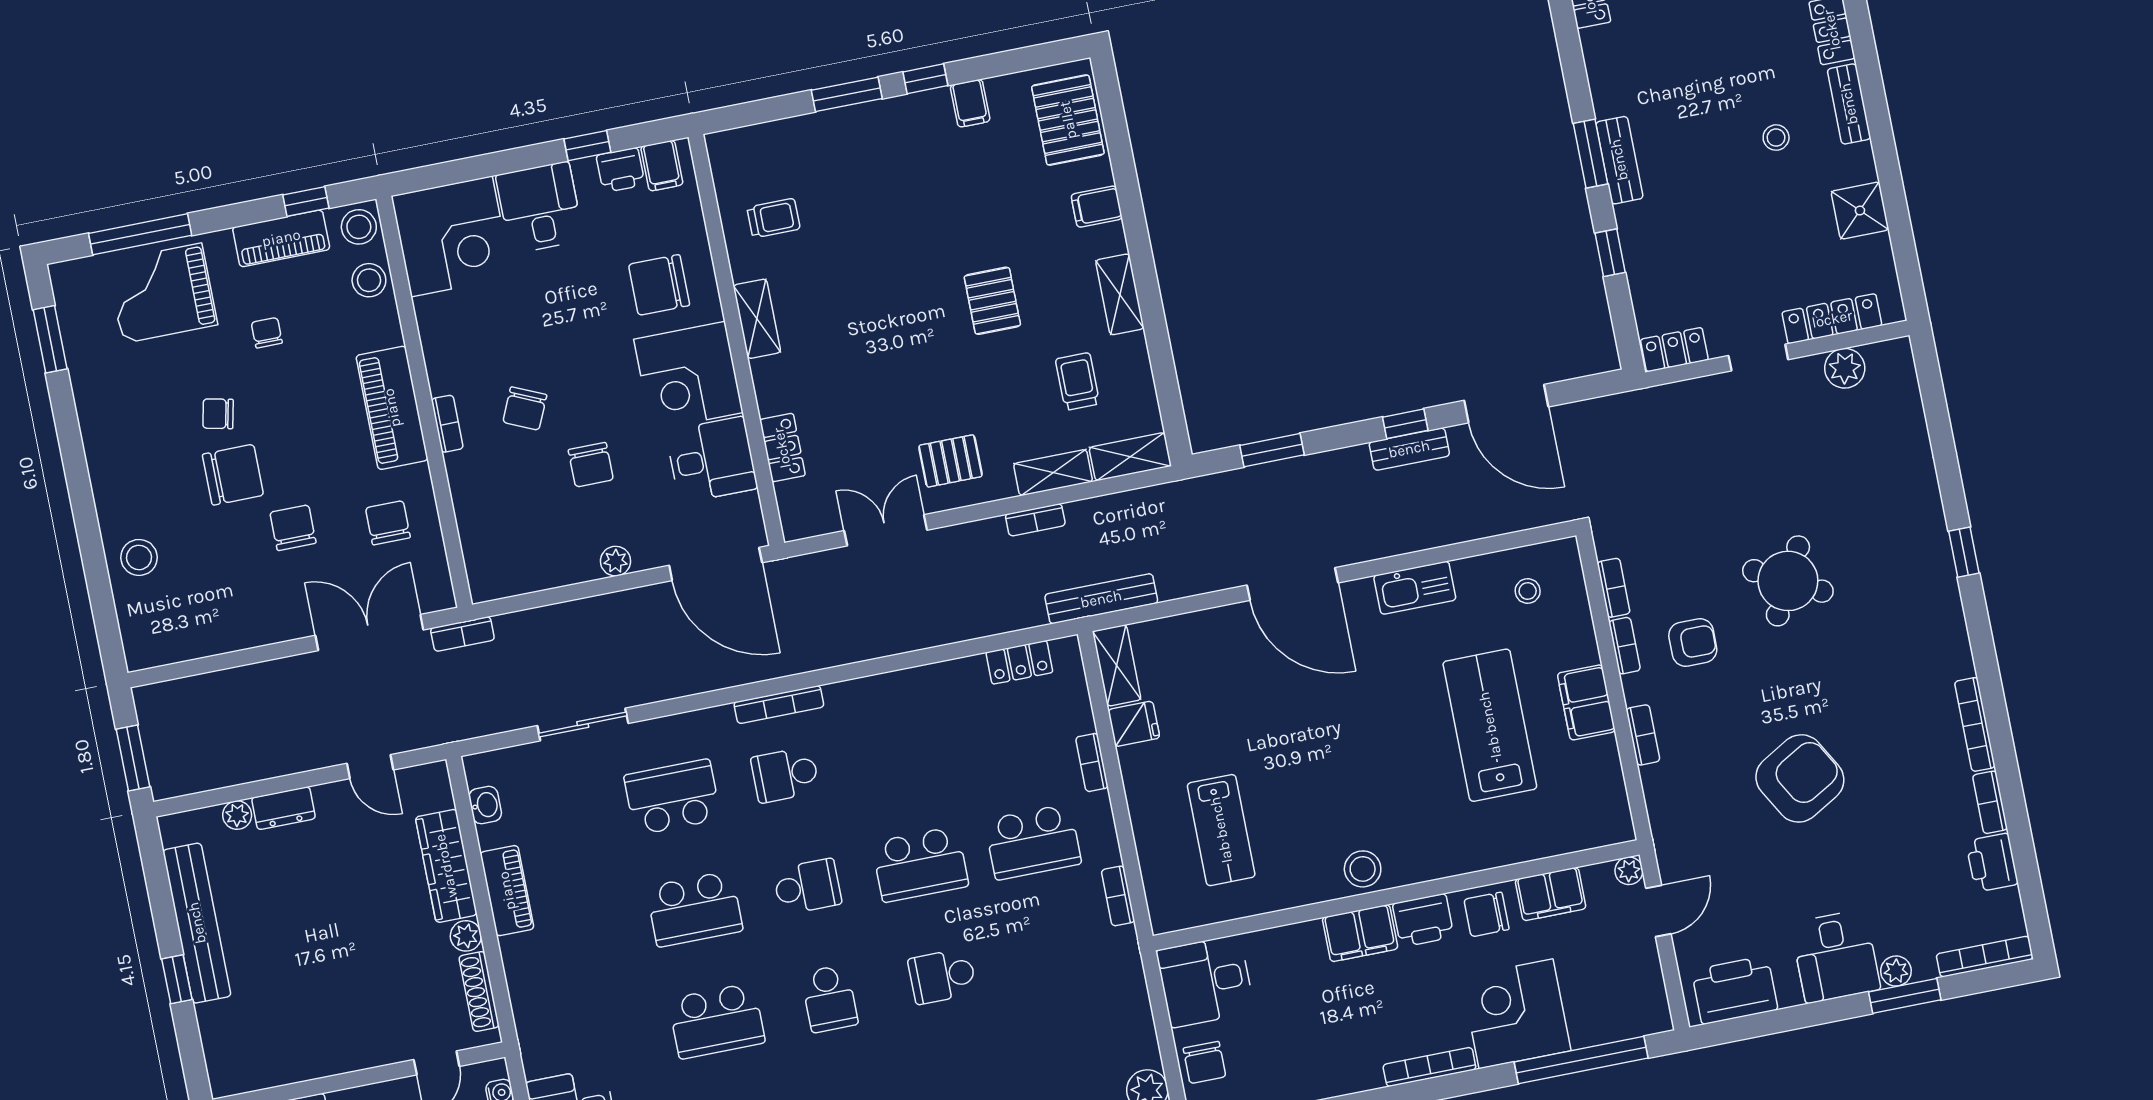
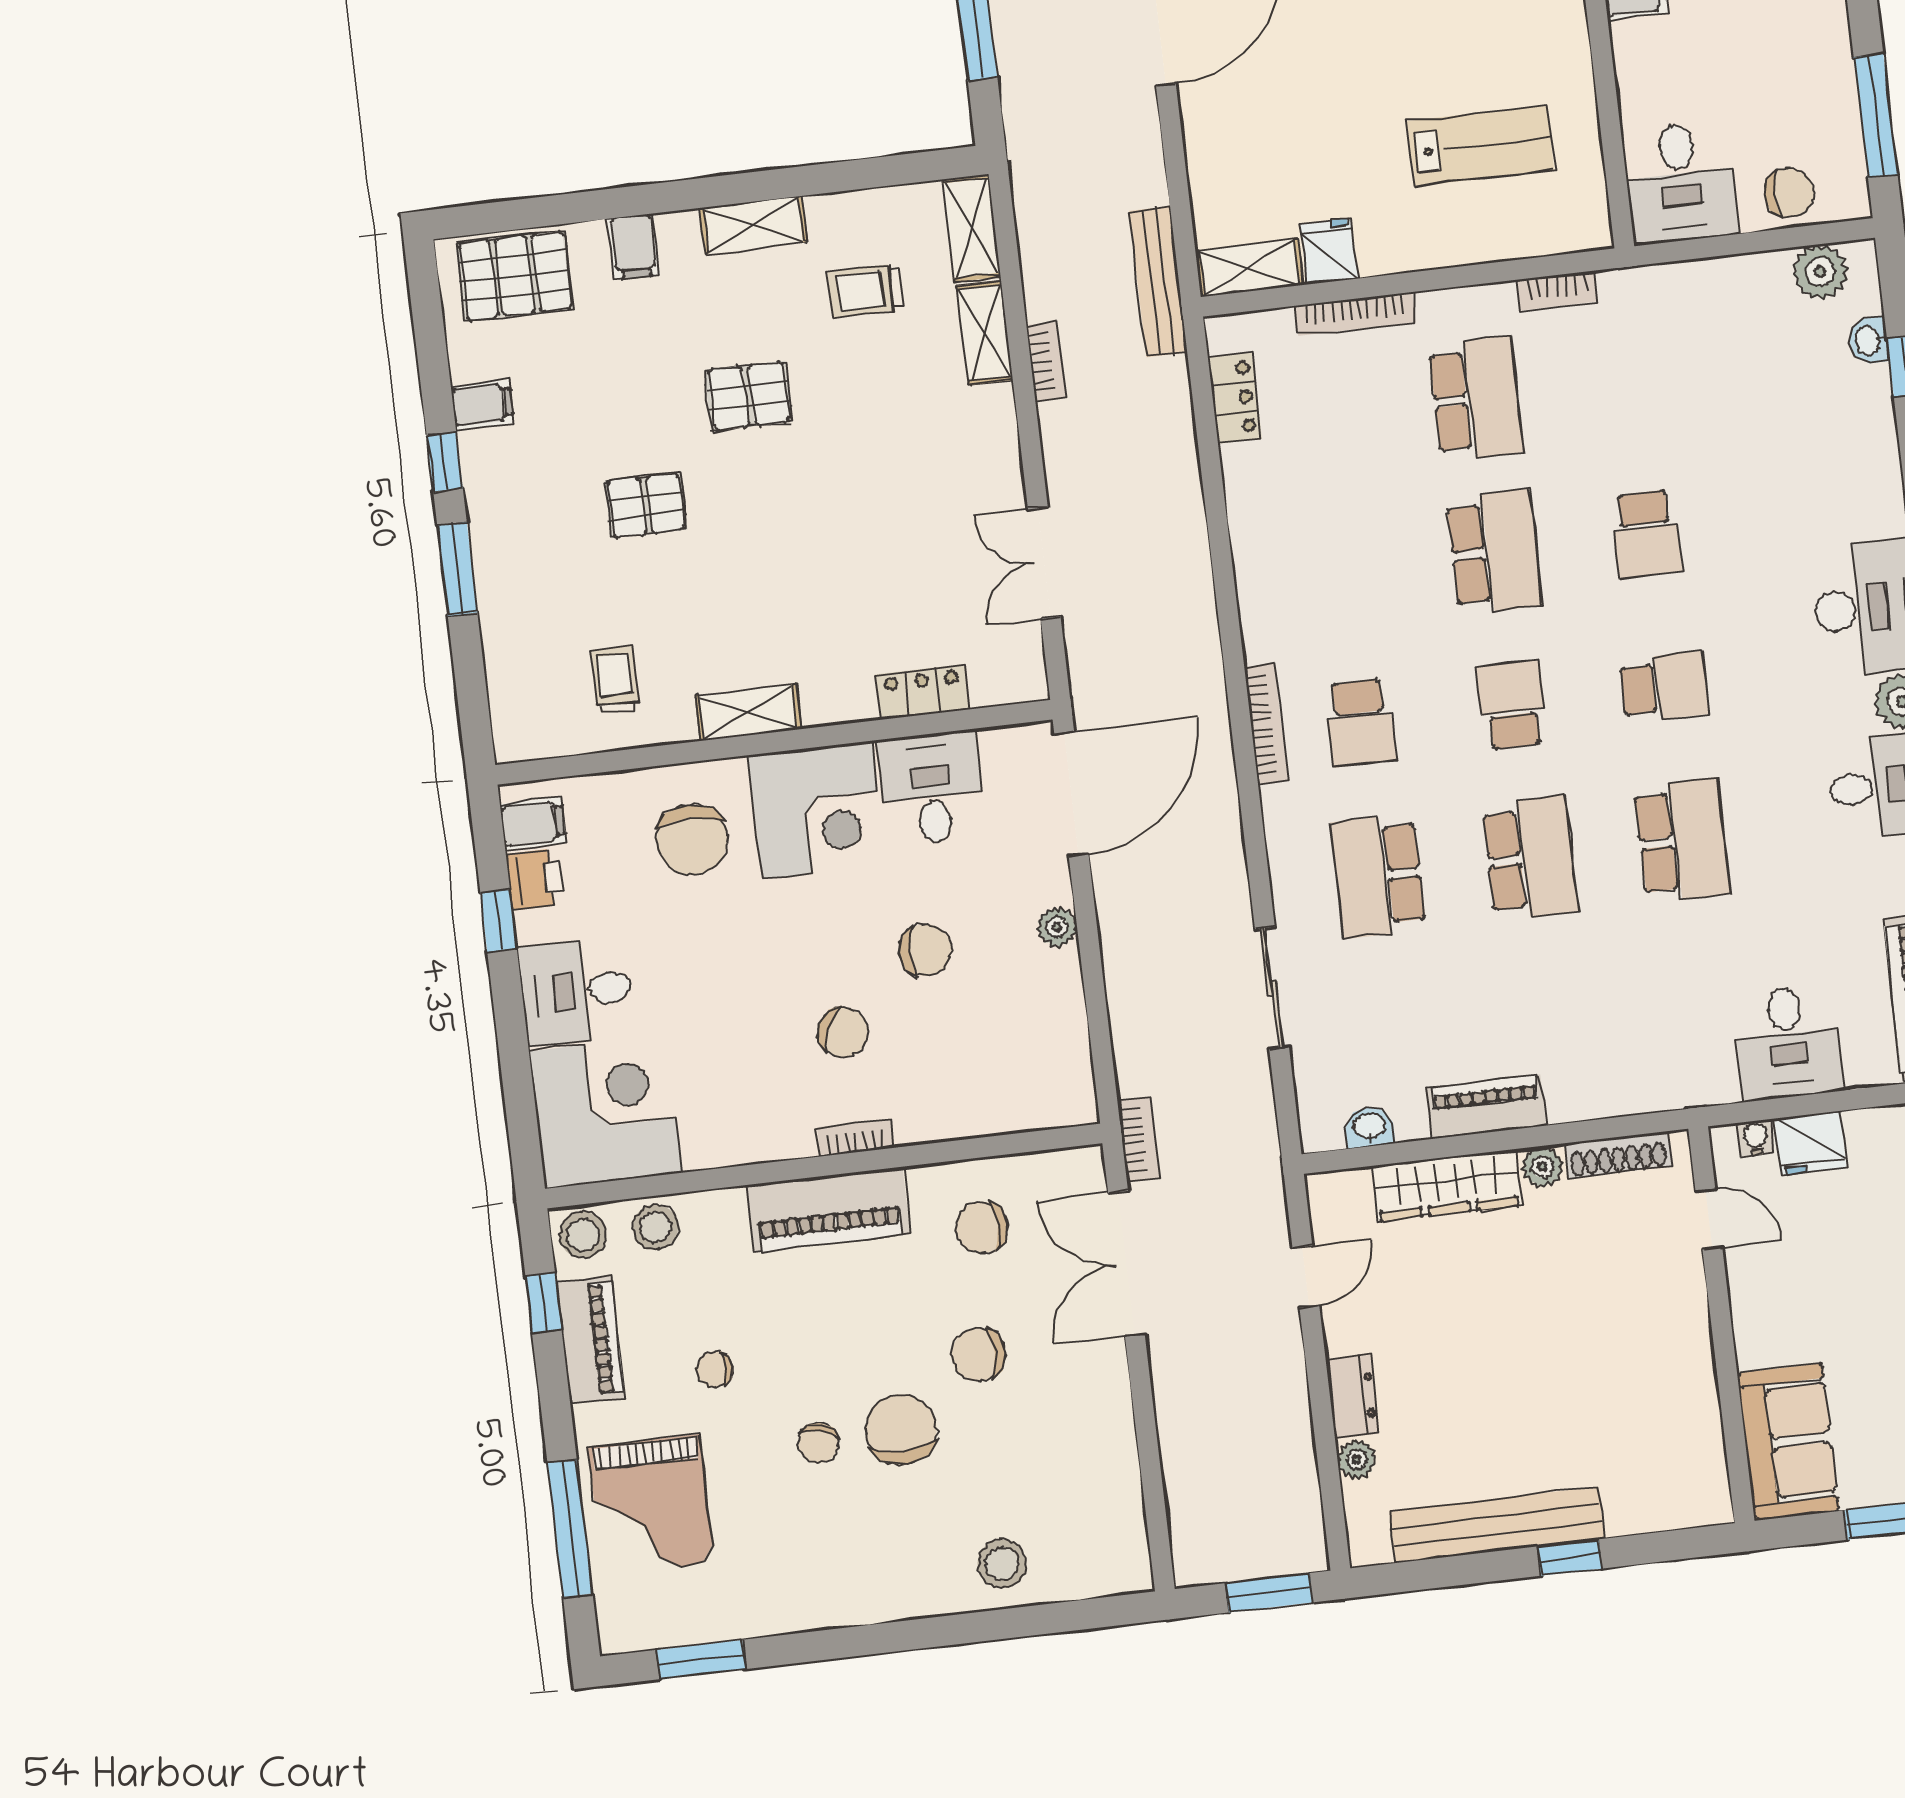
pallet: (950, 461) -> (646, 505), moved, turned 90
bookcase: (1092, 763) -> (1355, 314), width x1.56

